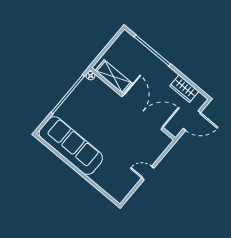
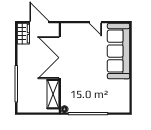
wardrobe: (184, 89) -> (23, 34), moved
sofa: (71, 146) -> (119, 51), moved

